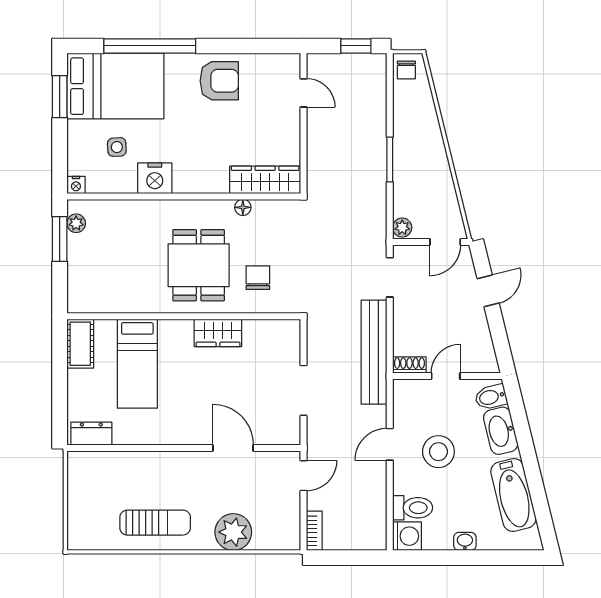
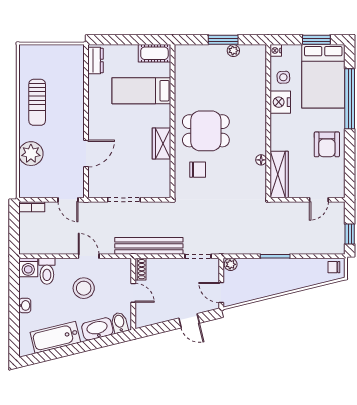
nightstand: (155, 178) -> (280, 102), moved
wardrobe: (265, 180) -> (279, 174), moved
nightstand: (76, 185) -> (276, 50), moved
wall: (184, 196) -> (268, 121), moved
floor lamp: (243, 207) -> (261, 160), moved

